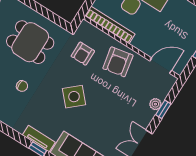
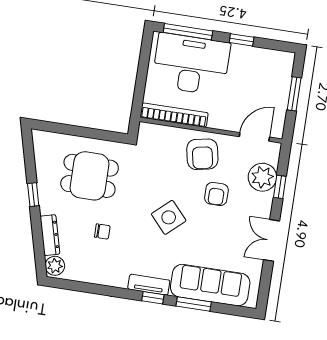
armchair: (83, 54) -> (216, 194), moved
plant: (155, 104) -> (262, 177), width x1.87, depth x1.87

